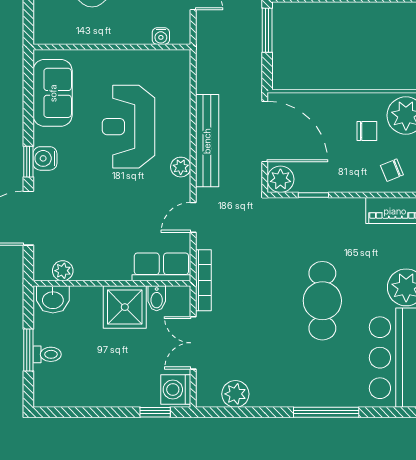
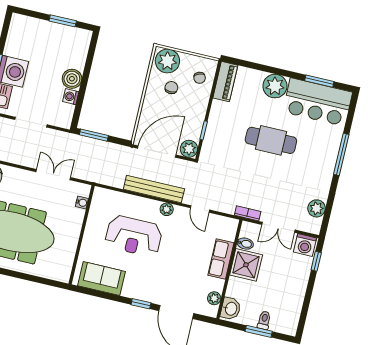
water cooler: (45, 158) -> (141, 293), removed
row of seats: (161, 267) -> (221, 259), moved
bookcase: (203, 280) -> (248, 213), width x0.64

